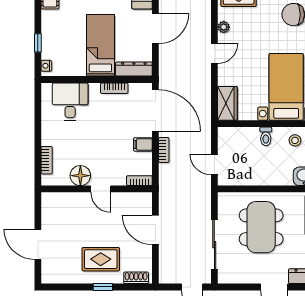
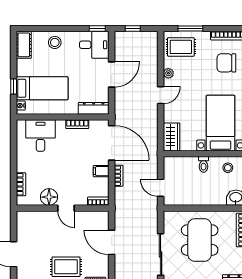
bed: (100, 45) -> (42, 88), moved, turned 90

